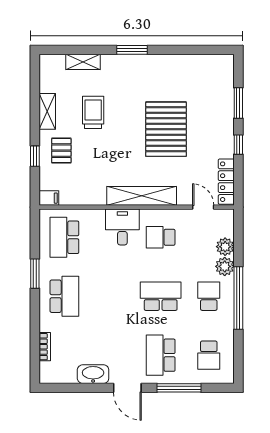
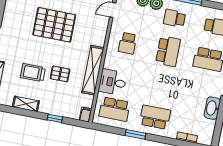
pallet: (61, 151) -> (60, 74), moved
shelving: (142, 196) -> (93, 70), moved
desk: (122, 227) -> (113, 82), moved
school desk: (161, 296) -> (168, 51), turned 180

